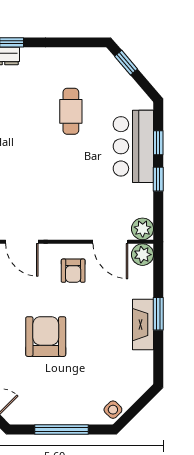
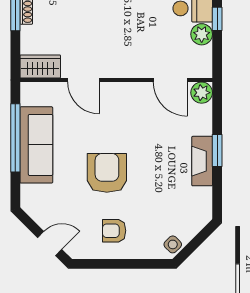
plant: (143, 229) -> (202, 34), moved
armchair: (73, 271) -> (114, 231), moved, turned 90
window: (61, 430) -> (122, 264), removed

